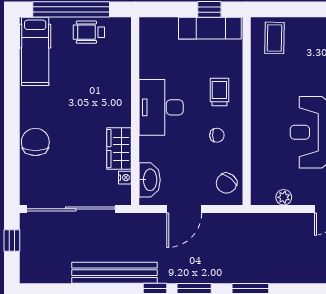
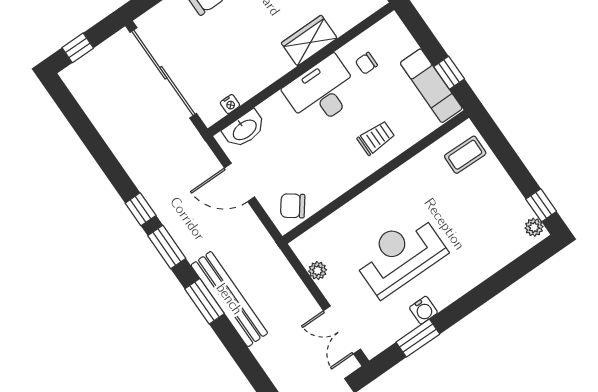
chair: (217, 135) -> (366, 63), moved, turned 92
wardrobe: (119, 149) -> (309, 41), moved
window: (12, 240) -> (78, 48), moved
bench: (114, 273) -> (229, 299), moved

